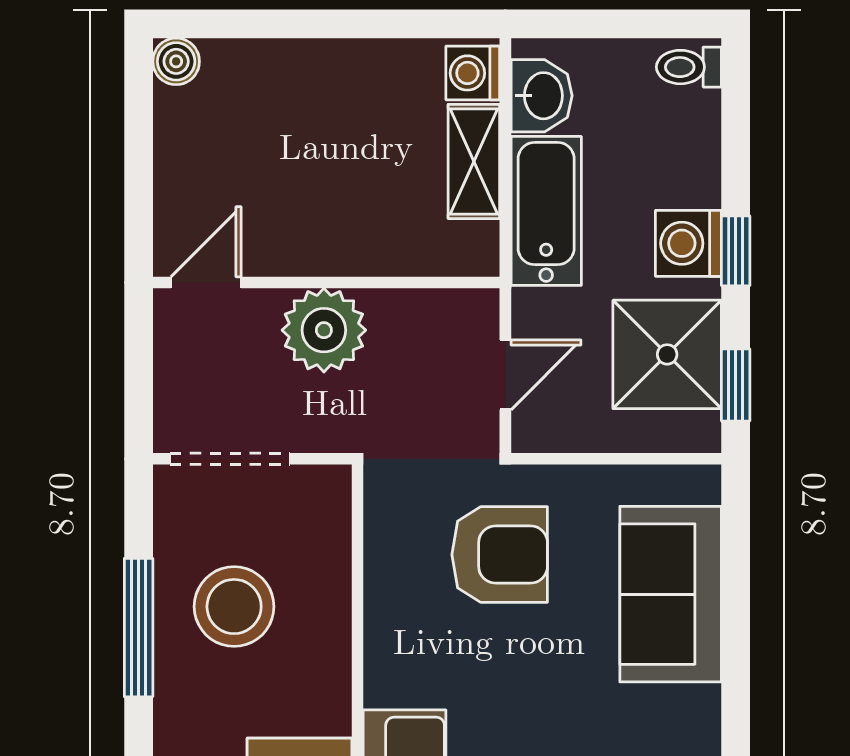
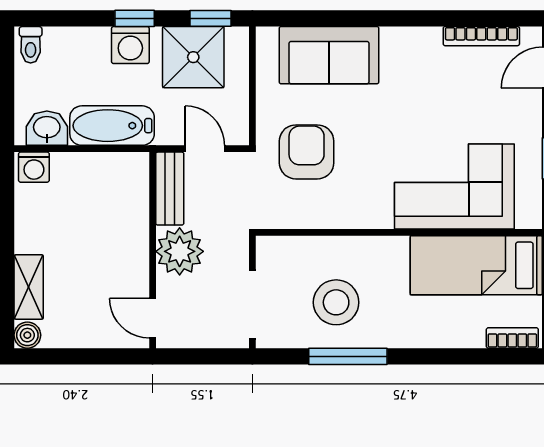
shelving: (474, 161) -> (29, 287), moved, turned 90
bench: (435, 313) -> (170, 189), added

